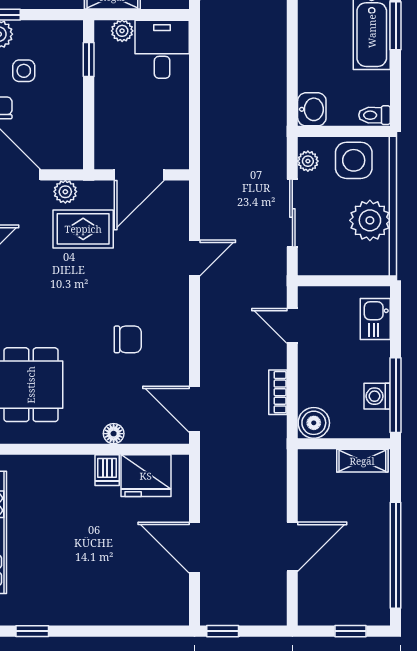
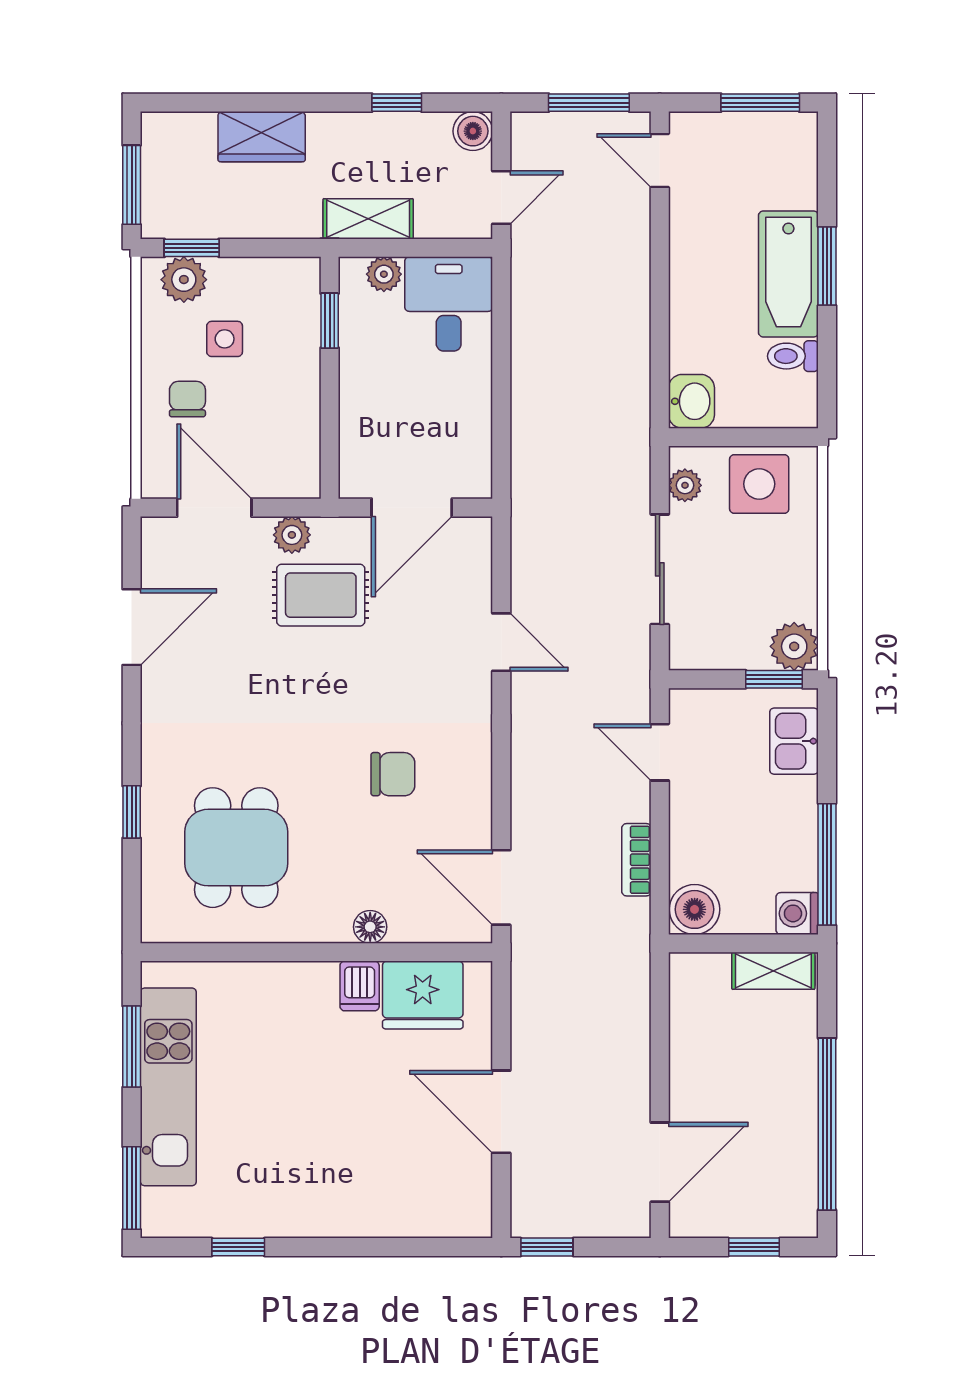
toilet: (375, 115) -> (793, 356), moved
plant: (370, 220) -> (794, 646), moved, width x0.73, depth x0.73
door: (195, 258) -> (501, 642), hinge flipped
window: (363, 281) -> (774, 679), added
washing machine: (377, 396) -> (797, 913), moved
door: (292, 547) -> (660, 1162), moved

